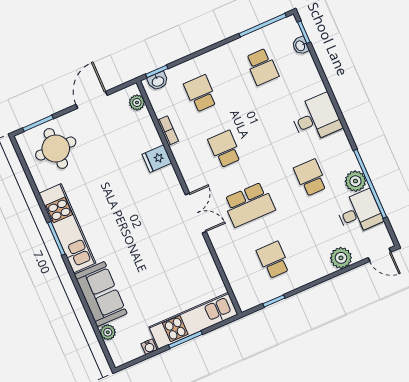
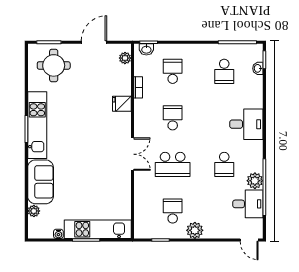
school desk: (310, 178) -> (224, 164), turned 180
plant: (341, 258) -> (195, 230), moved

